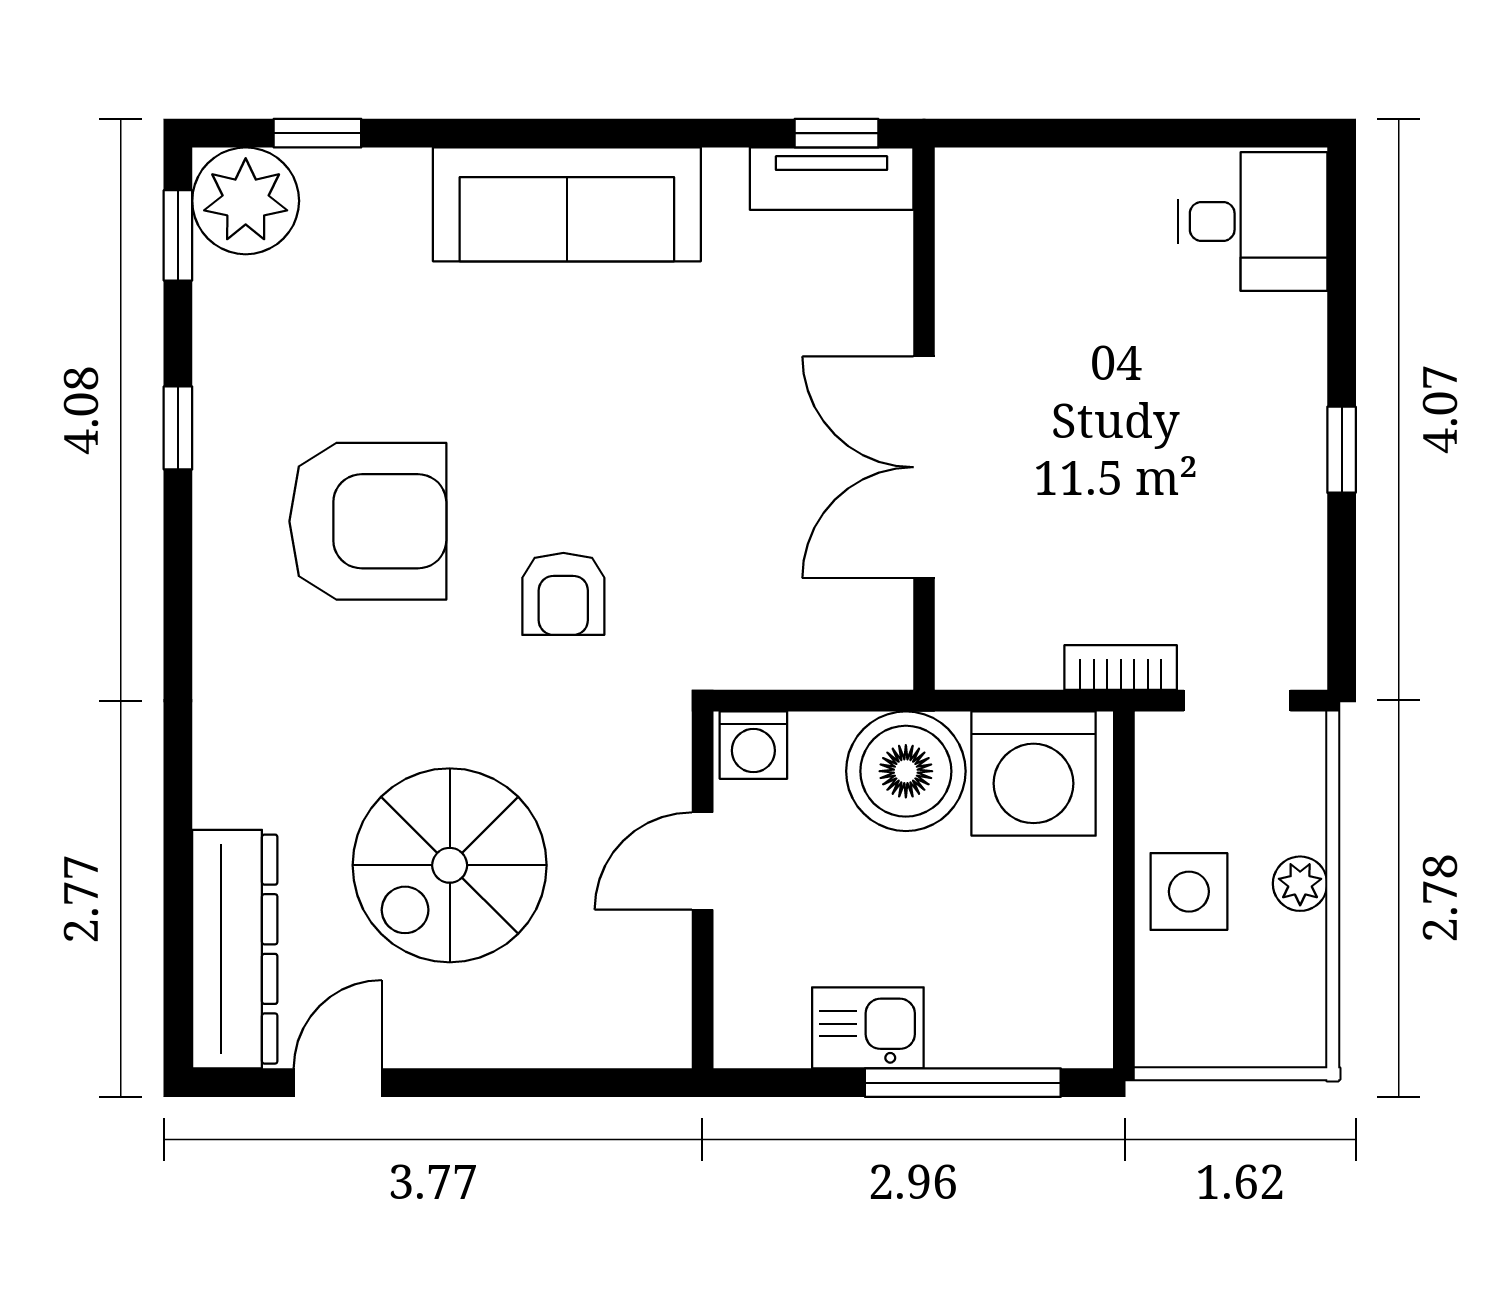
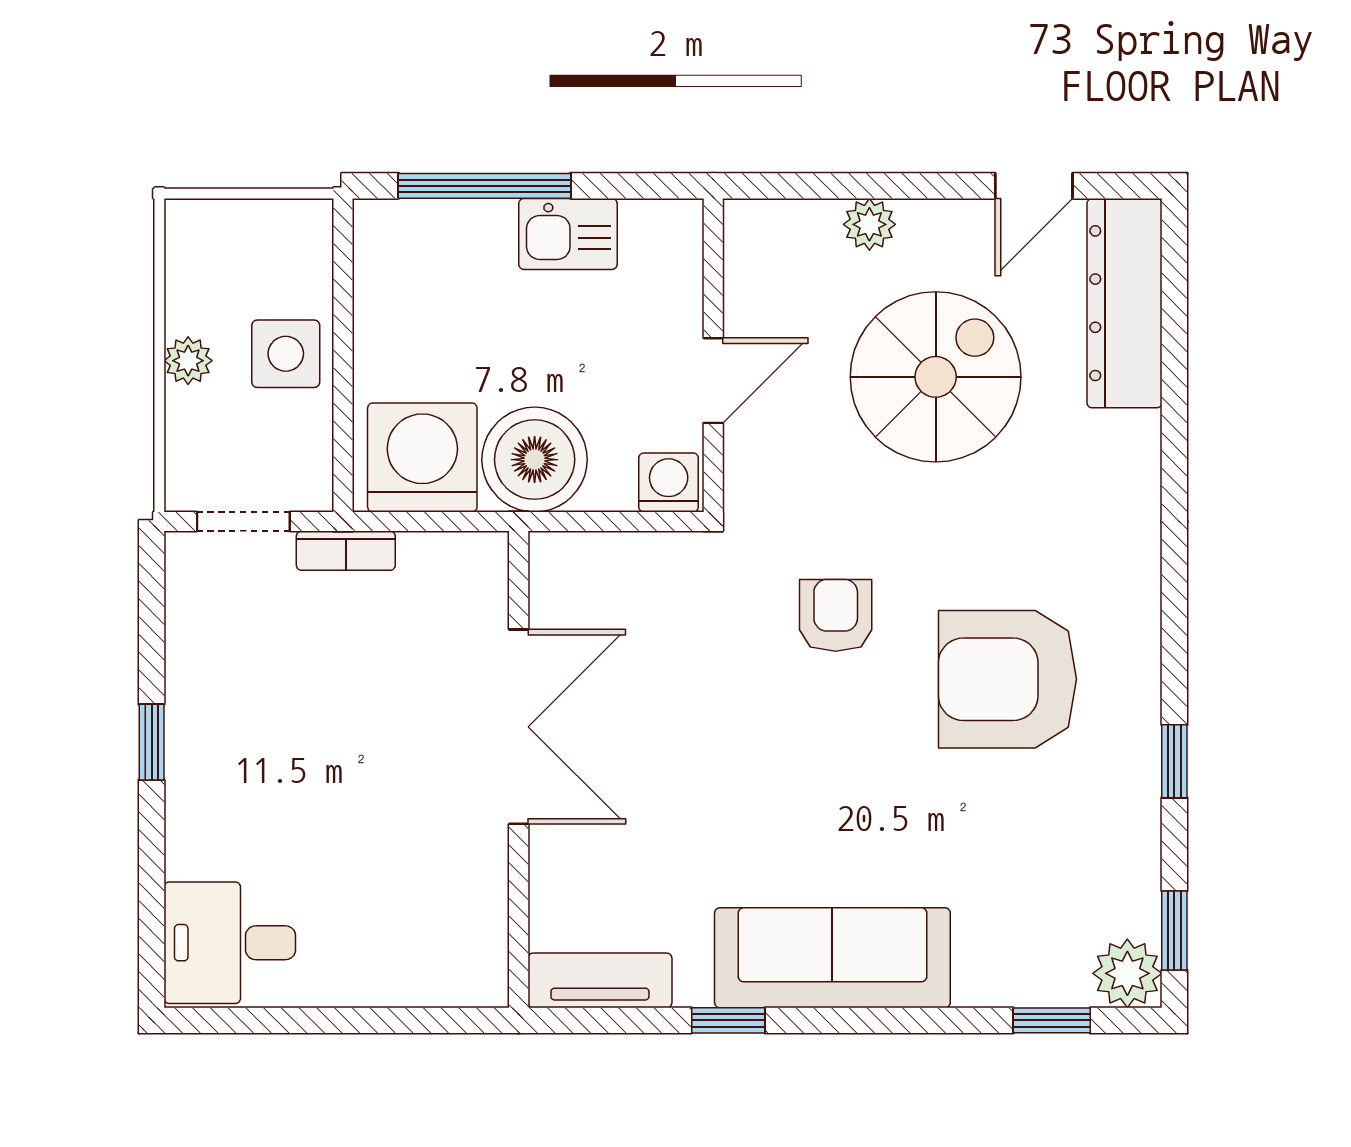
window: (837, 133) -> (728, 1020), moved
plant: (246, 201) -> (1127, 973), width x0.73, depth x0.73
plant: (525, 1039) -> (869, 224), added

